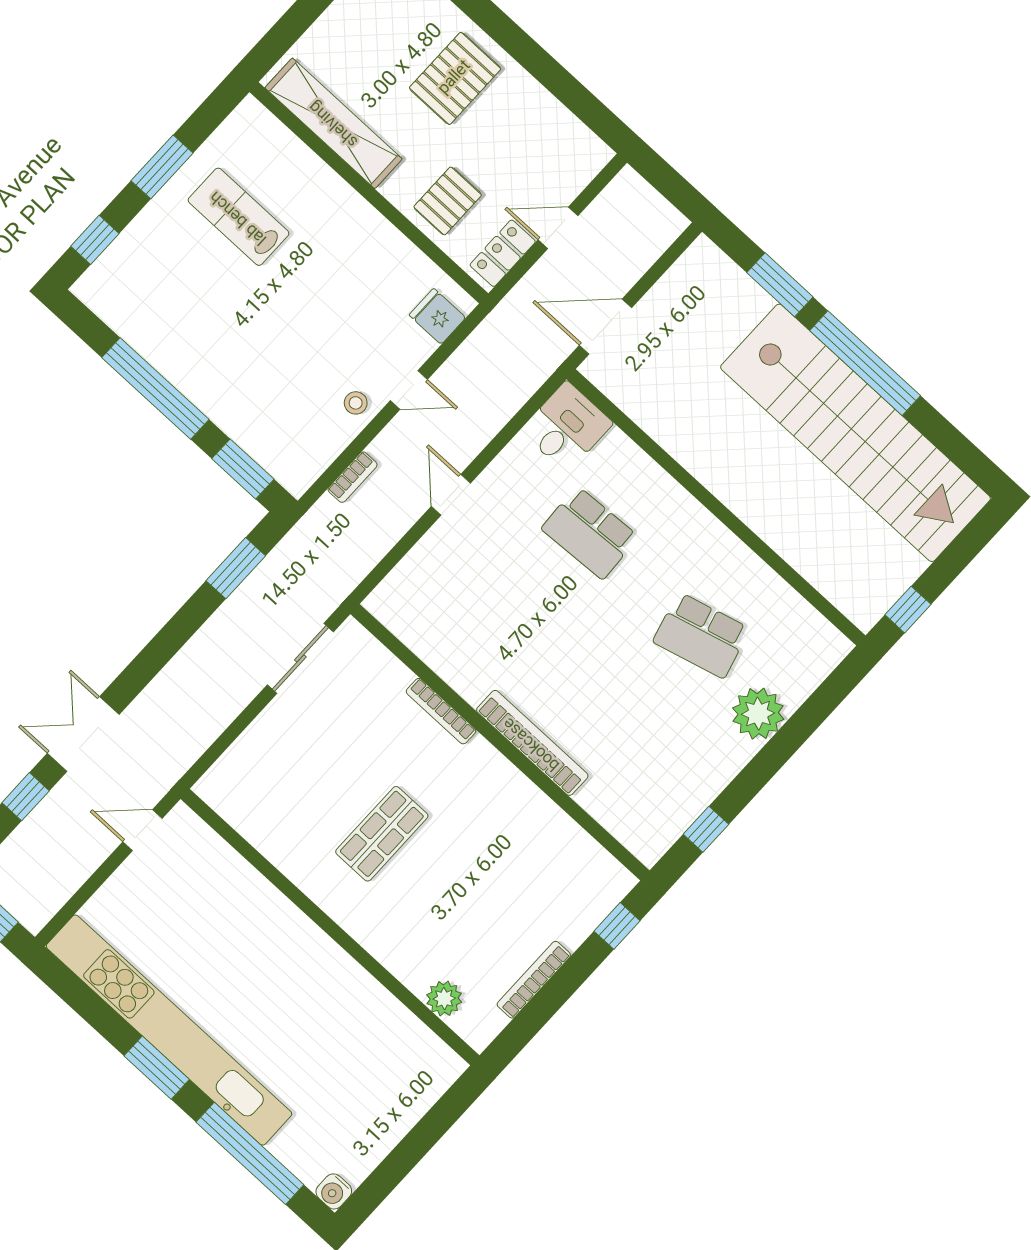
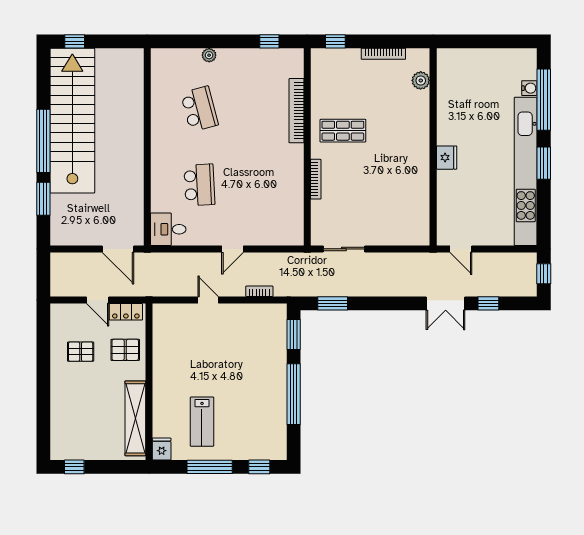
pallet: (455, 78) -> (81, 352), moved, width x0.67, depth x0.71
window: (162, 167) -> (210, 467), width x1.44
fridge: (437, 316) -> (162, 449), moved, turned 180
stool: (356, 403) -> (231, 315), removed
window: (908, 610) -> (75, 41), moved
plant: (758, 714) -> (209, 55), width x0.53, depth x0.53
bookcase: (532, 743) -> (296, 111), moved
shop shelf: (382, 834) -> (343, 131), moved
fridge: (296, 933) -> (447, 158), added
water cooler: (334, 1191) -> (529, 88), moved

